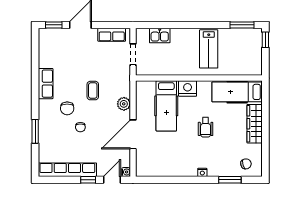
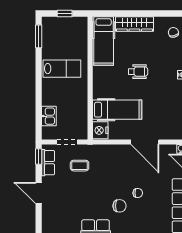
window: (54, 25) -> (39, 157), moved
window: (265, 40) -> (65, 14), moved
nightstand: (188, 89) -> (100, 130), moved
coffee table: (93, 91) -> (80, 166), moved
plant: (124, 104) -> (115, 151), removed

